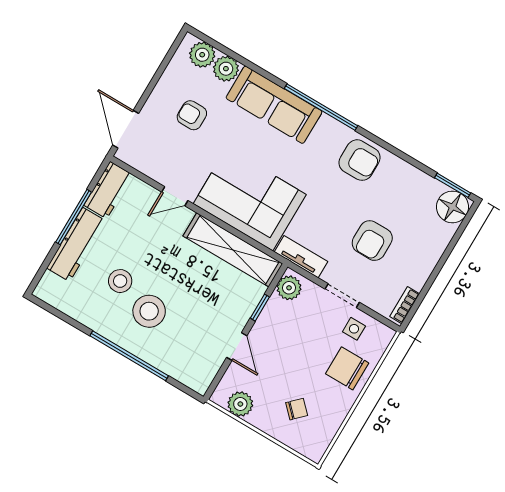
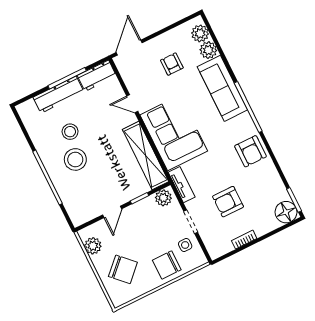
bookcase: (405, 305) -> (244, 240), moved
chair: (347, 368) -> (167, 265), turned -90
chair: (297, 409) -> (123, 269), width x1.87, depth x1.87

